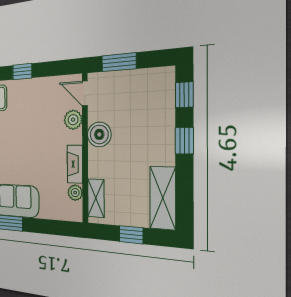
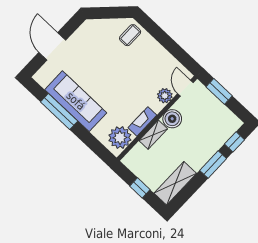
window: (22, 71) -> (160, 35), removed
window: (184, 141) -> (213, 164), width x1.50
plant: (75, 193) -> (120, 138), width x1.88, depth x1.88
shelving: (96, 198) -> (153, 135), moved

